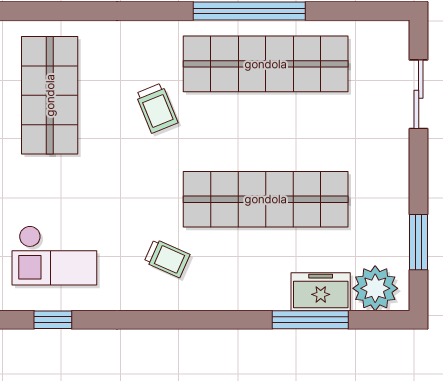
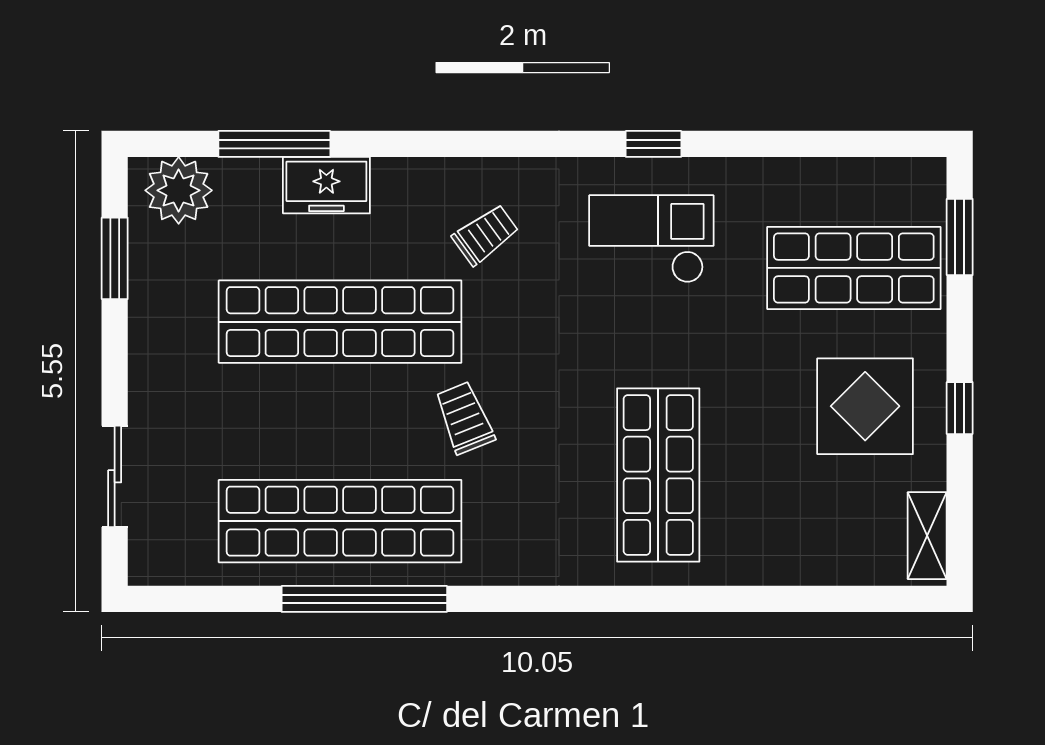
trolley: (157, 108) -> (465, 418), moved
trolley: (167, 258) -> (485, 235), turned 120
freezer: (321, 292) -> (326, 185), moved

